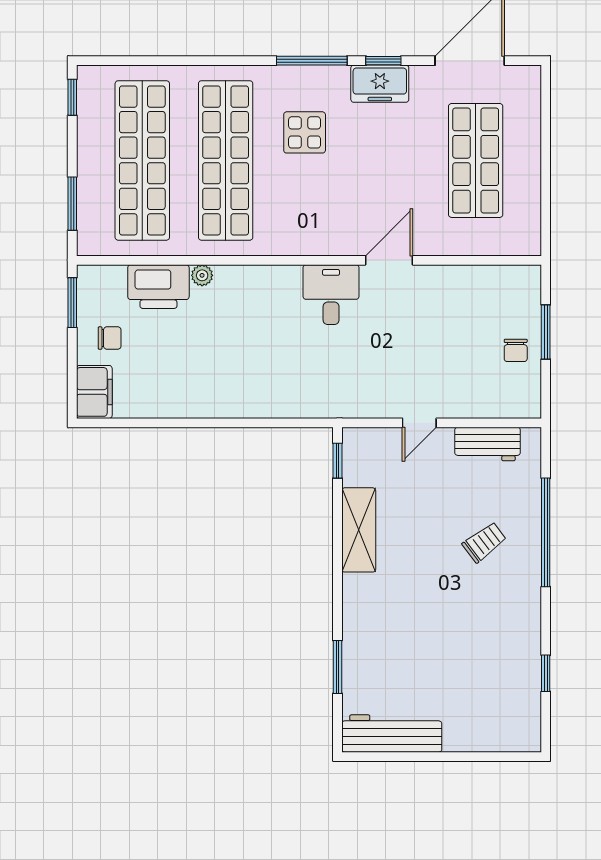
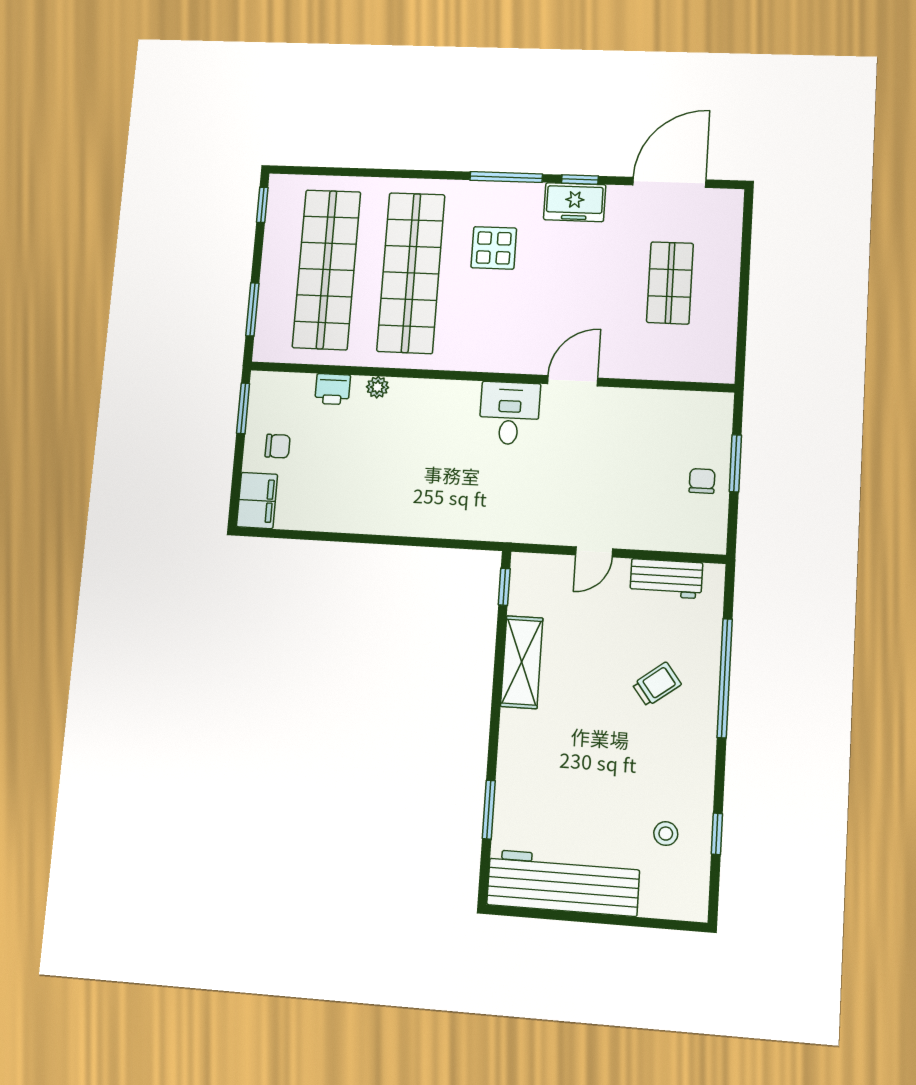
shop shelf: (476, 160) -> (670, 283), width x0.70, depth x0.74
printer: (158, 287) -> (333, 389), width x0.53, depth x0.68
chair: (516, 350) -> (702, 481), turned 180
stool: (500, 676) -> (666, 834), added
workbench: (392, 734) -> (563, 883), width x1.36, depth x1.32

